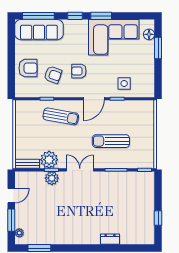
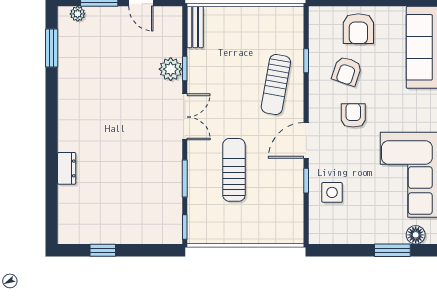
door: (94, 99) -> (306, 140), hinge flipped
plant: (49, 160) -> (202, 65), removed

